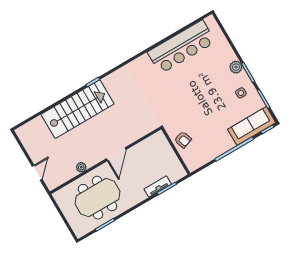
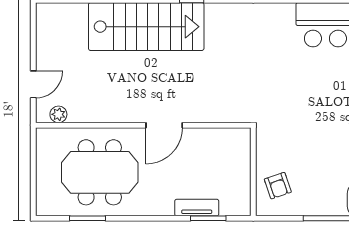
armchair: (183, 140) -> (278, 186), moved
plant: (81, 167) -> (58, 114), moved

